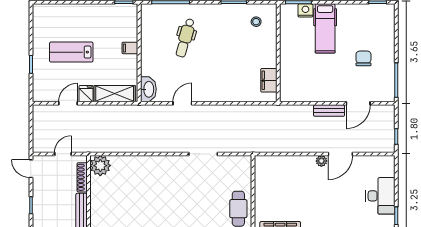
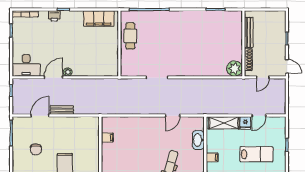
filing cabinet: (269, 80) -> (107, 137), width x0.50
washbasin: (148, 89) -> (198, 140), moved
desk: (380, 196) -> (26, 65), moved, turned -90

